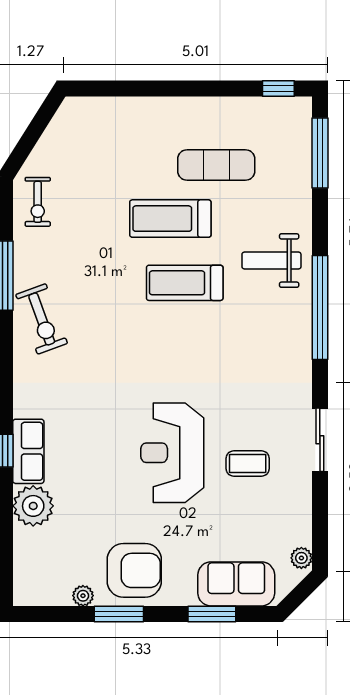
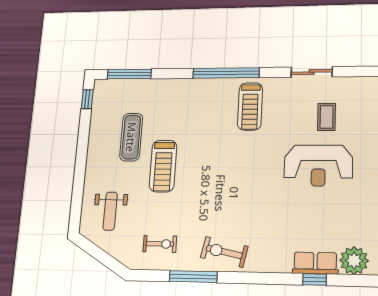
exercise bike: (38, 202) -> (160, 244), moved
weight bench: (271, 261) -> (110, 211), moved
treadmill: (185, 283) -> (250, 106), moved
exercise bike: (42, 319) -> (224, 252), turned -148

